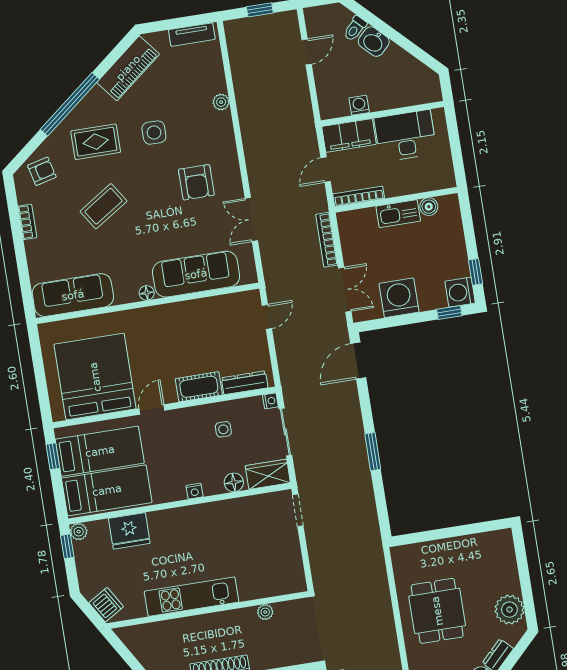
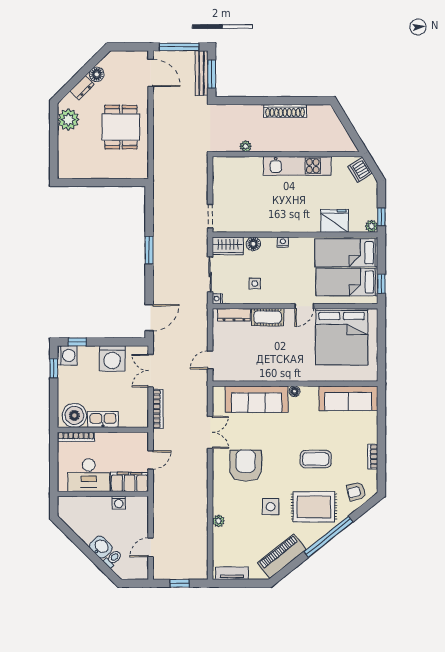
rug: (96, 142) -> (314, 507), width x1.36, depth x1.43
armchair: (196, 182) -> (246, 466), width x1.36, depth x1.36
bookcase: (359, 196) -> (76, 437), moved
coffee table: (104, 206) -> (316, 459), turned 33
boiler: (429, 207) -> (74, 415), width x1.86, depth x1.86

